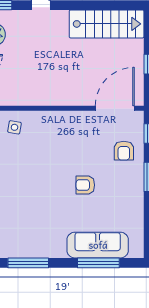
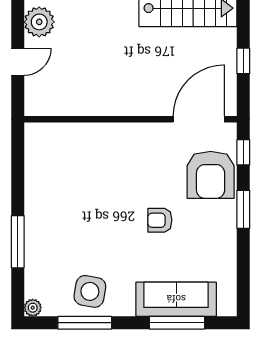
side table: (14, 127) -> (90, 291), moved, width x1.87, depth x1.87
armchair: (124, 151) -> (211, 175), width x1.88, depth x1.88

